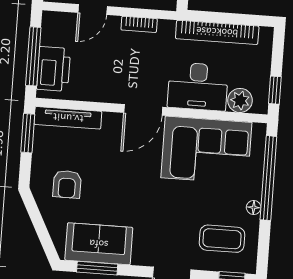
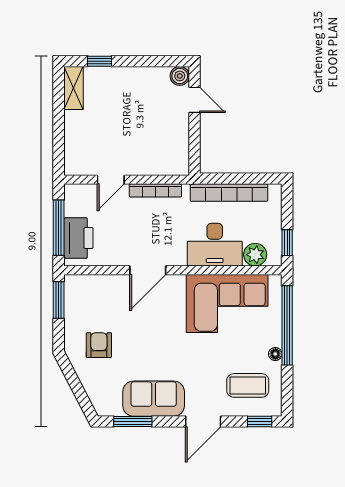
bookcase: (139, 24) -> (155, 190), width x1.56
door: (143, 110) -> (148, 270), moved
tv unit: (68, 118) -> (95, 283), removed
armchair: (67, 184) -> (99, 345), turned 180
sofa: (99, 244) -> (154, 399), moved

